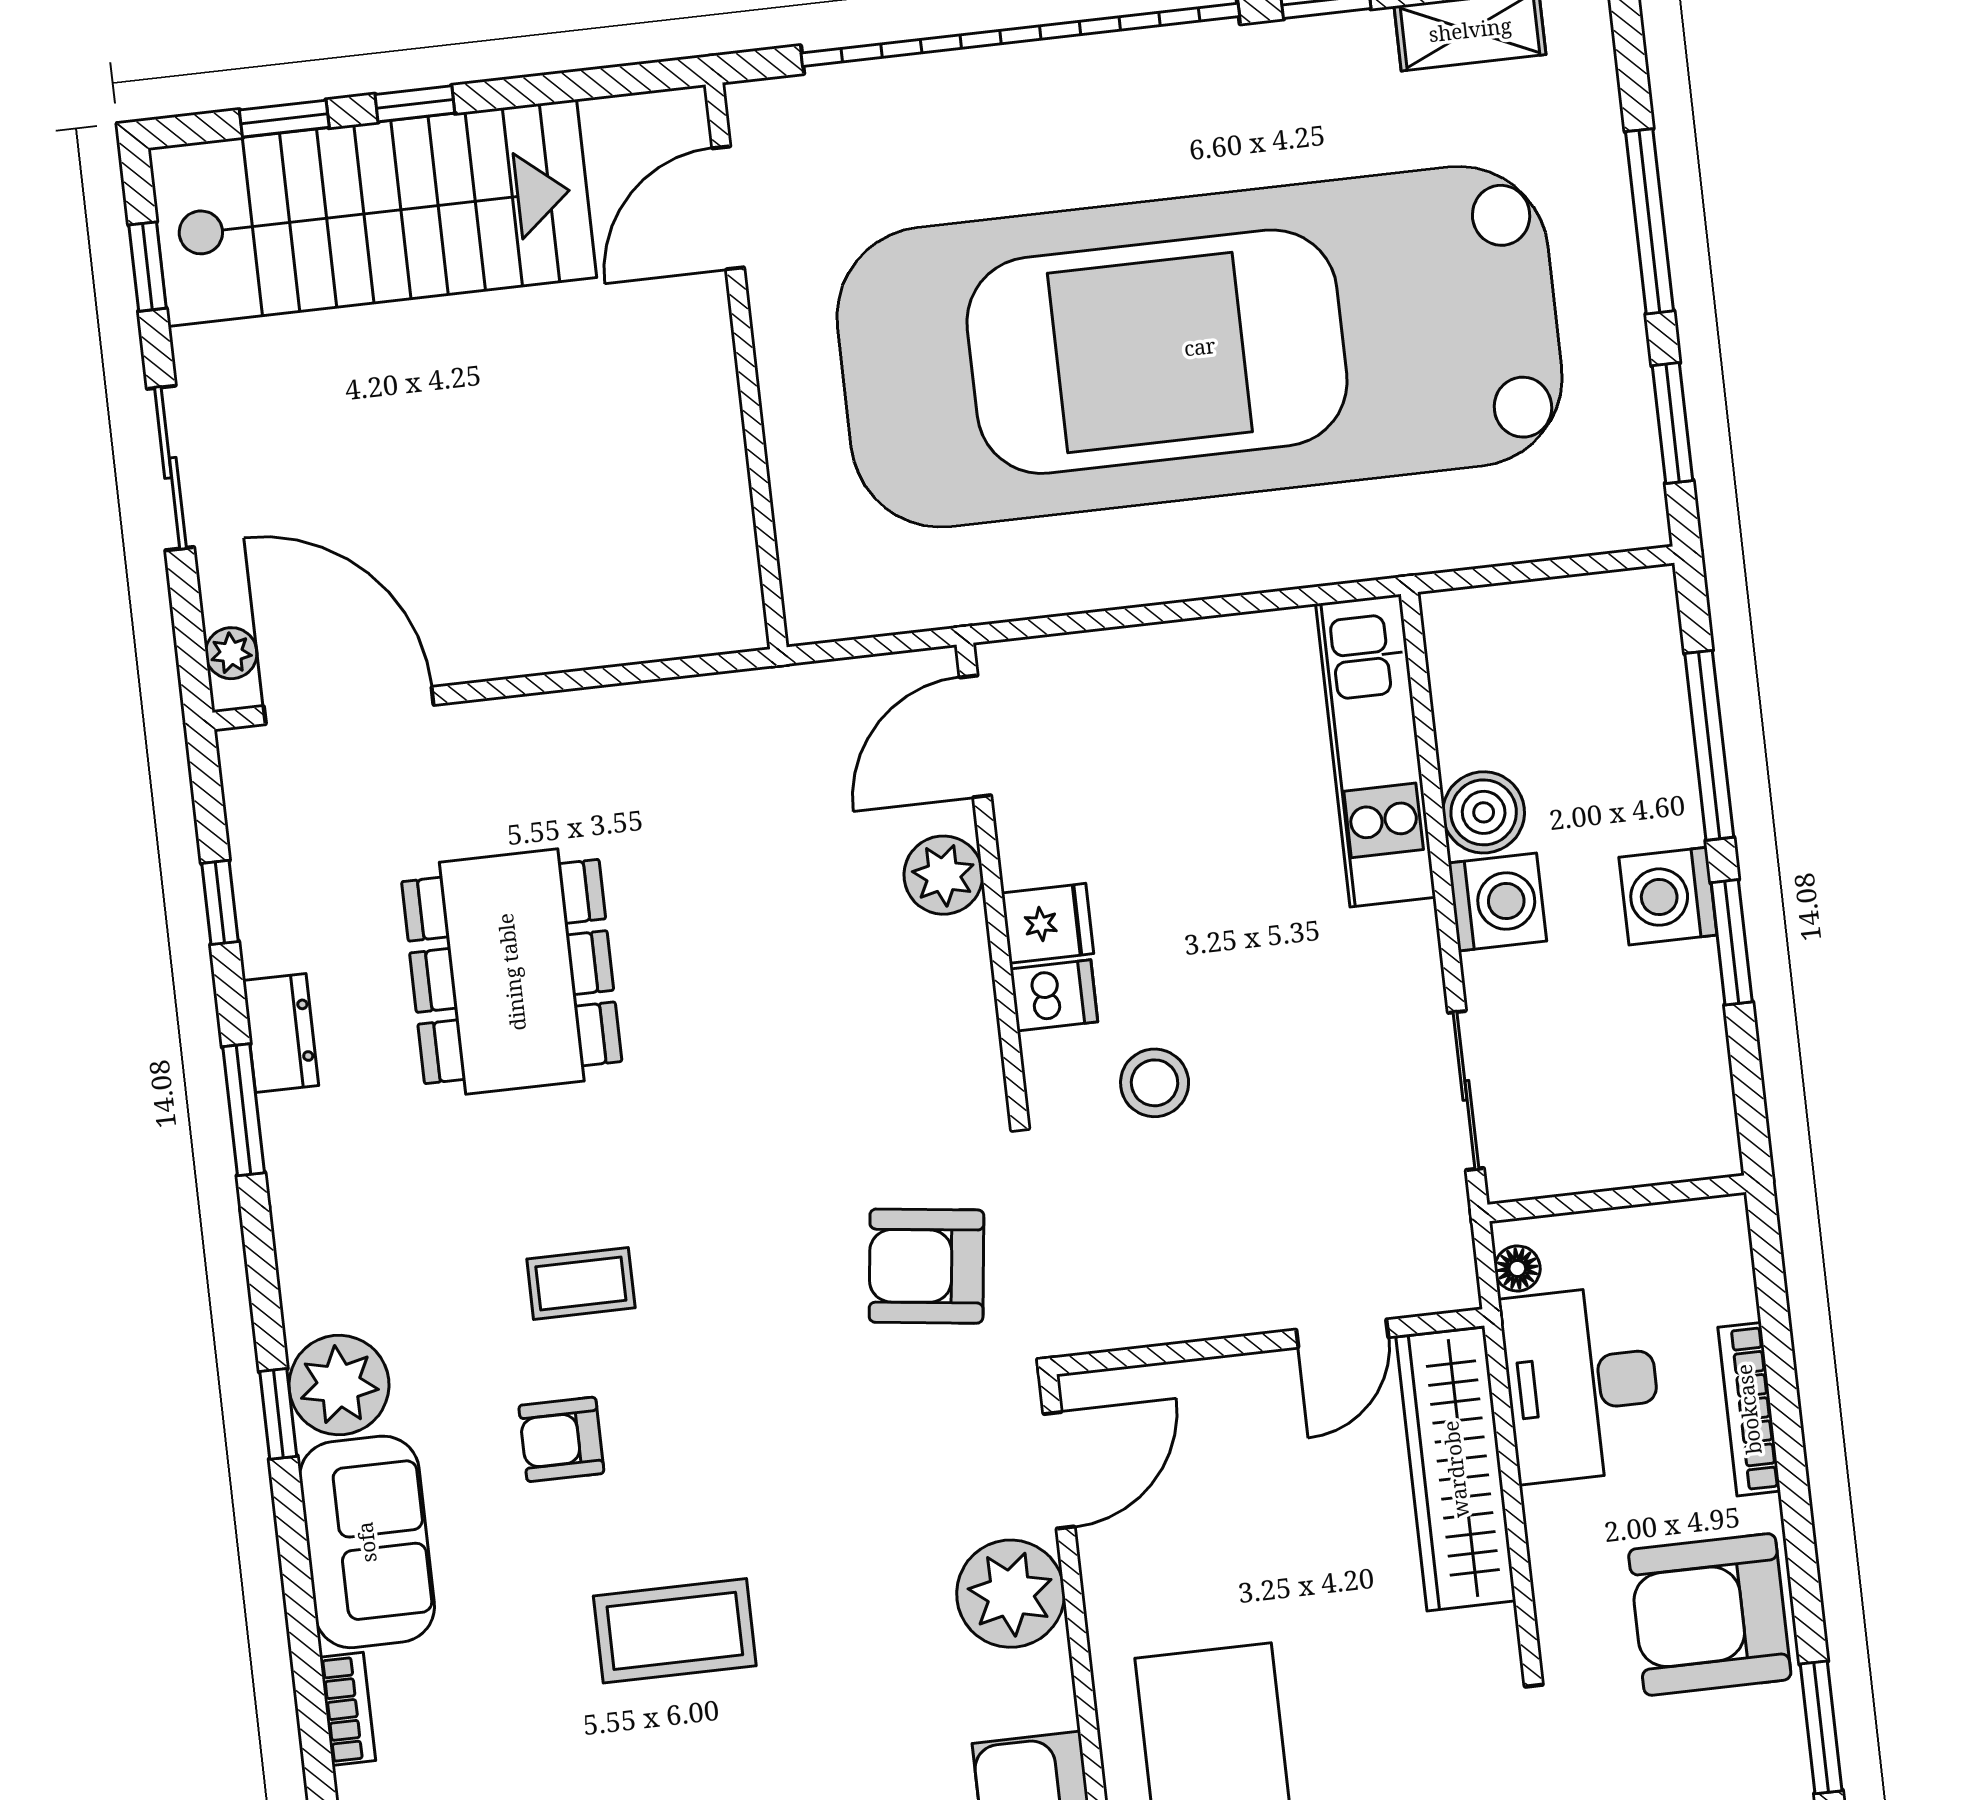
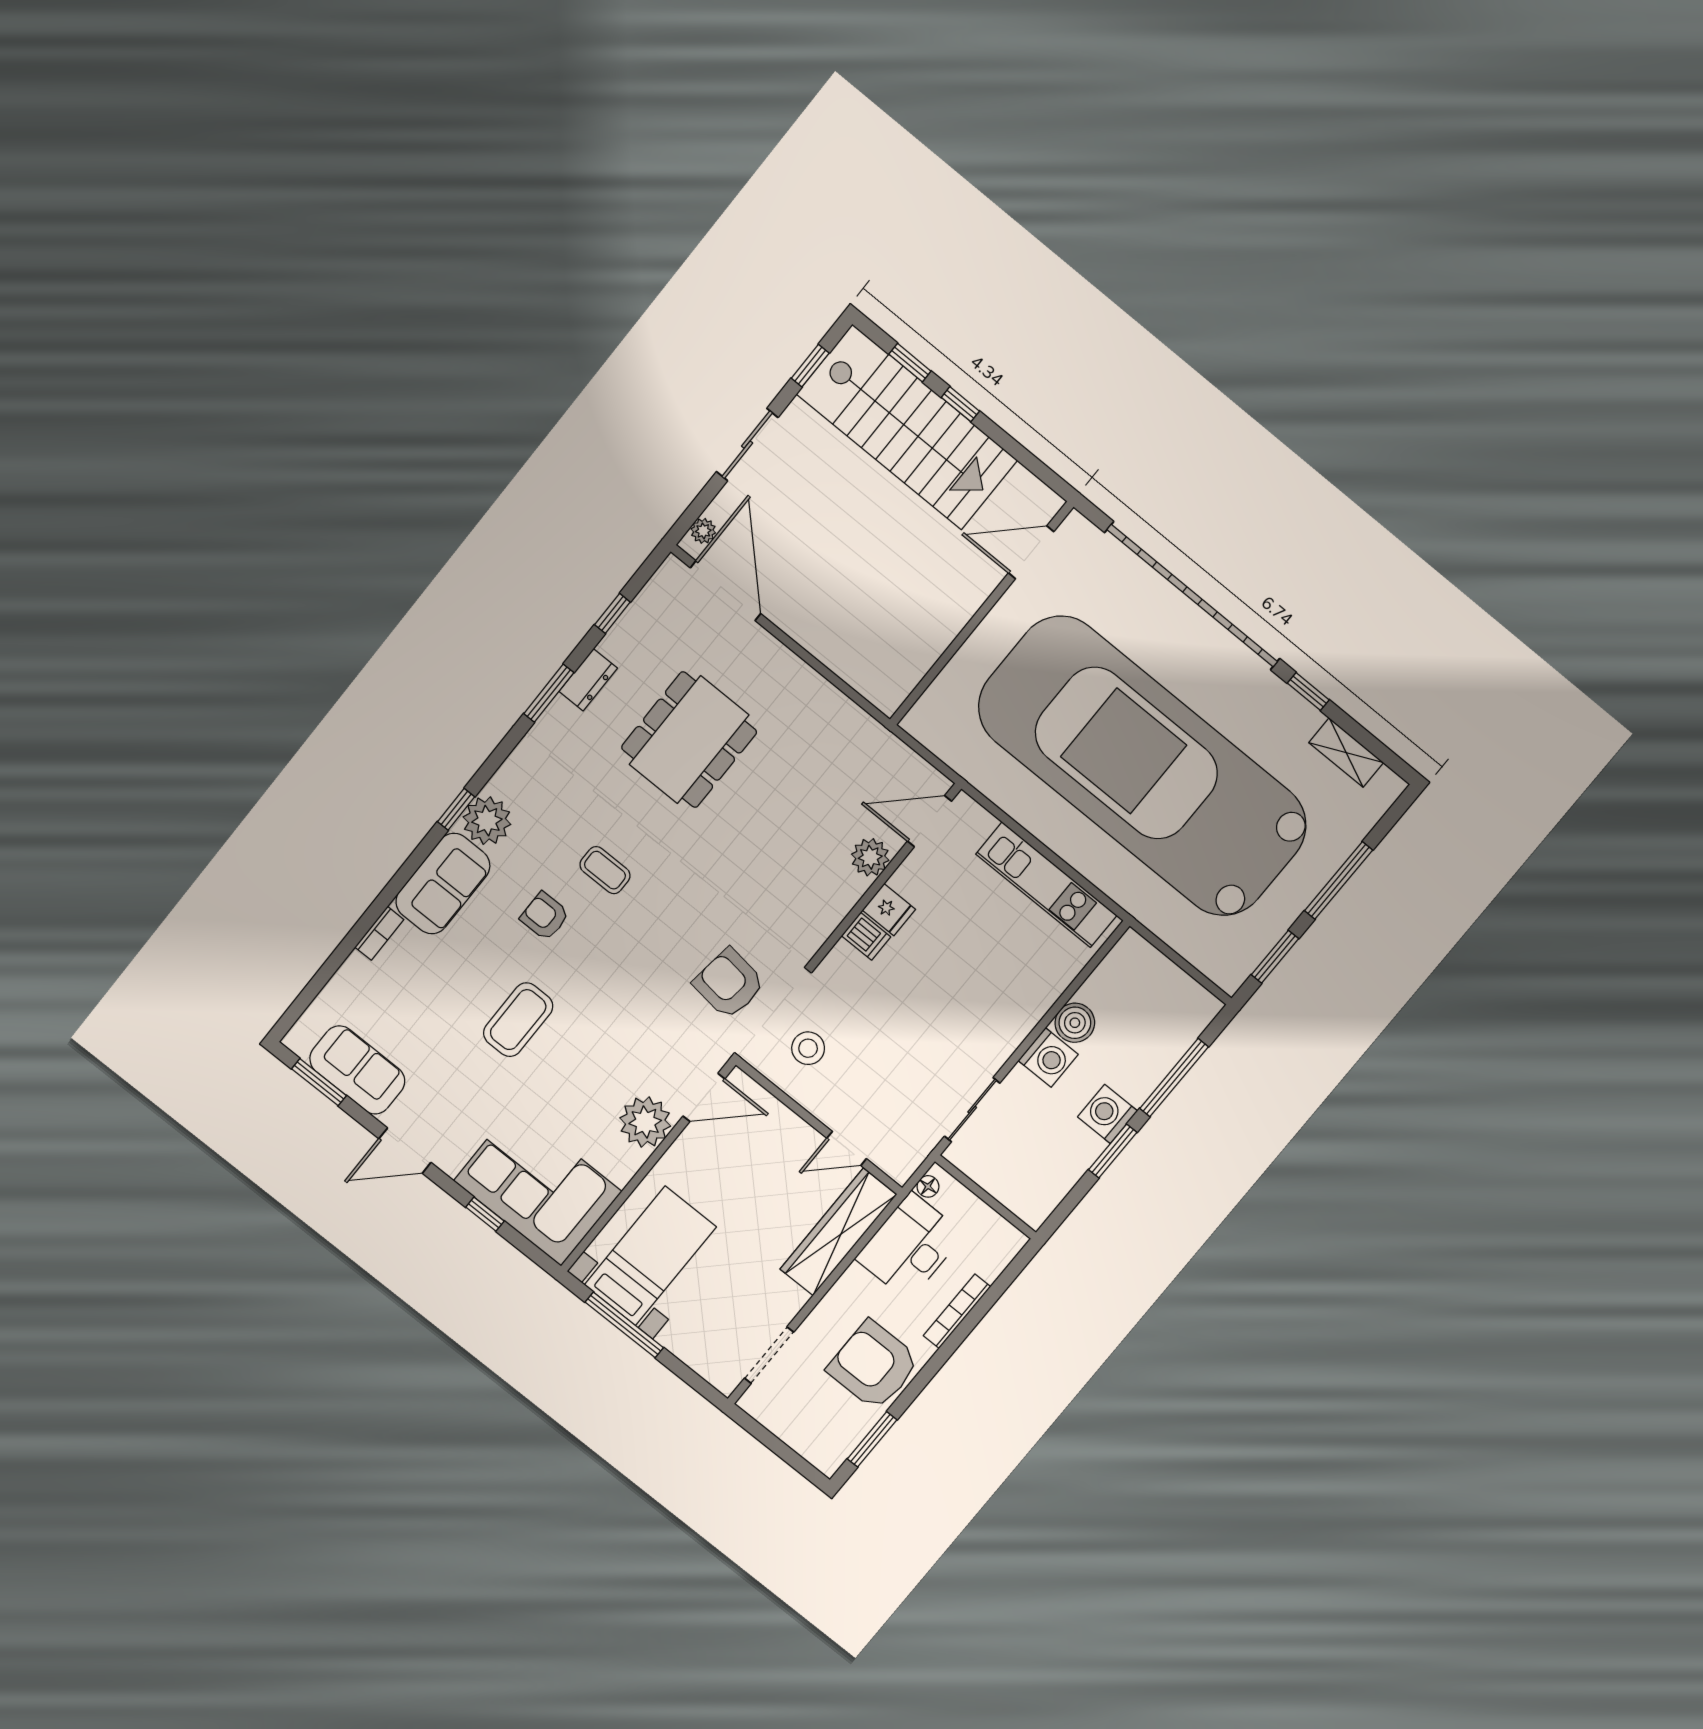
kitchen unit: (1376, 751) -> (1046, 885), moved, turned -90
stool: (1155, 1083) -> (808, 1048), moved
coffee table: (675, 1631) -> (518, 1020), turned 90

